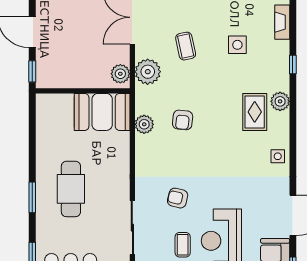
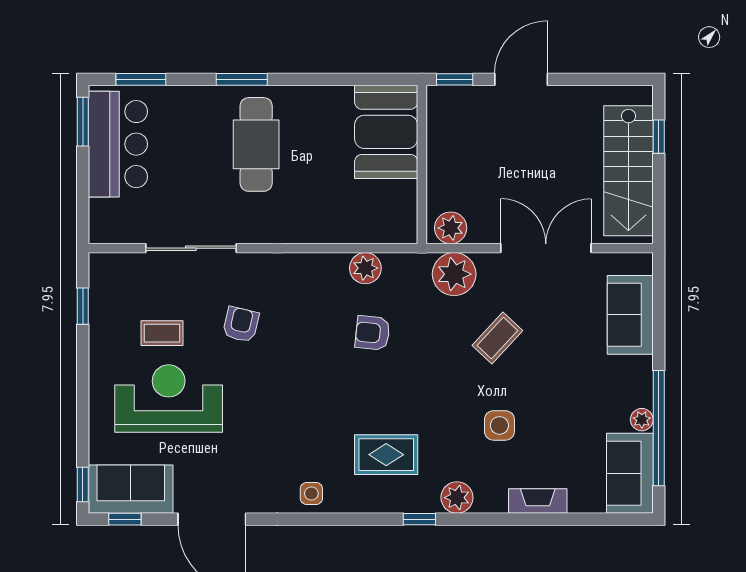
coffee table: (186, 46) -> (497, 338), turned -35
window: (293, 65) -> (419, 519), moved
plant: (280, 101) -> (457, 498), moved
booth: (102, 112) -> (386, 132), moved
cafe table: (71, 189) -> (256, 144), turned 90

